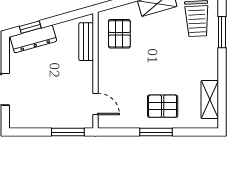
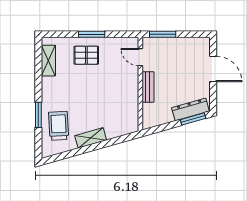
window: (30, 27) -> (193, 119), width x1.50
pallet: (119, 34) -> (121, 114), removed
bench: (86, 42) -> (148, 87), moved

